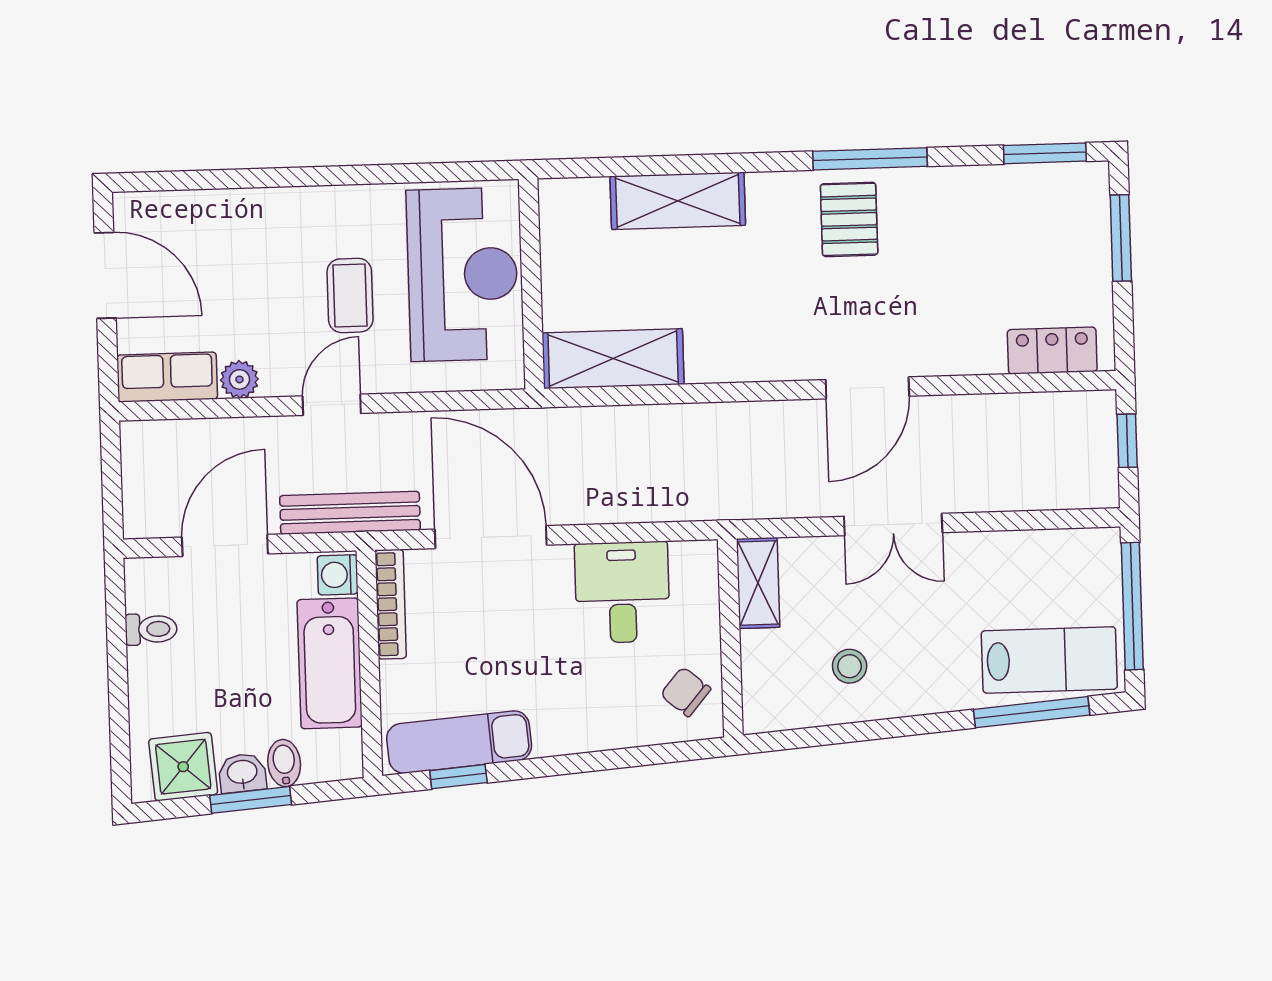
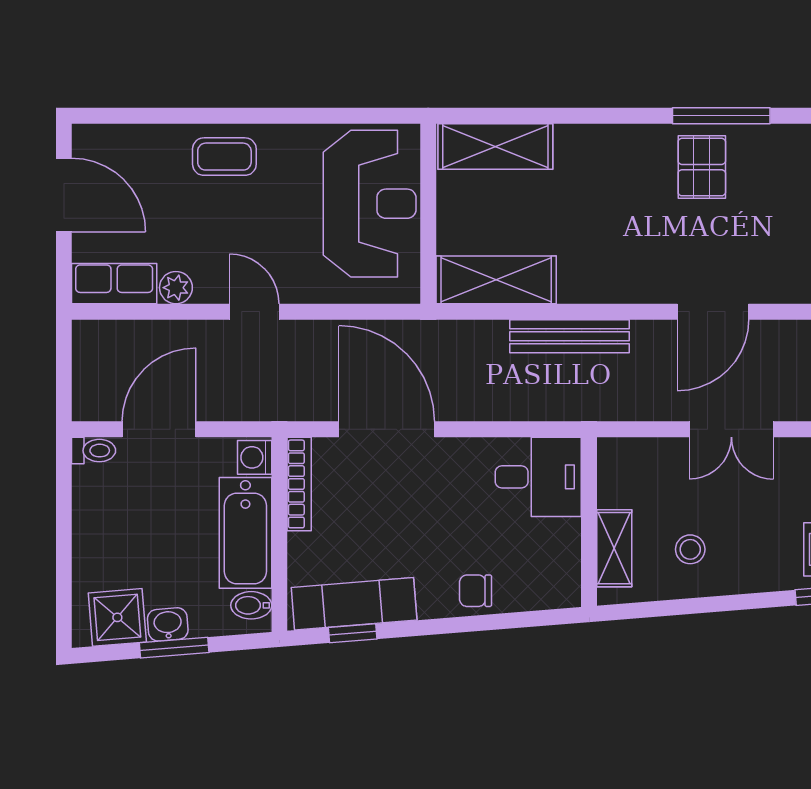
shelving: (678, 201) -> (495, 147), moved
coffee table: (350, 295) -> (224, 157), moved, turned 90
door: (332, 405) -> (254, 312), hinge flipped
bench: (350, 513) -> (570, 336), moved
shelving: (758, 583) -> (614, 548), moved
desk: (622, 592) -> (538, 477), moved, turned 90
toilet: (151, 629) -> (94, 451), moved
chair: (686, 692) -> (476, 591), moved, turned -40
bidet: (284, 763) -> (251, 605), moved, turned -85

